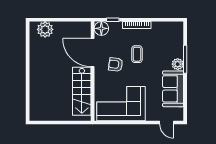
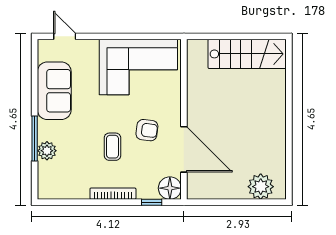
plant: (178, 64) -> (47, 151), moved
stairs: (82, 91) -> (247, 54), moved, turned 90

